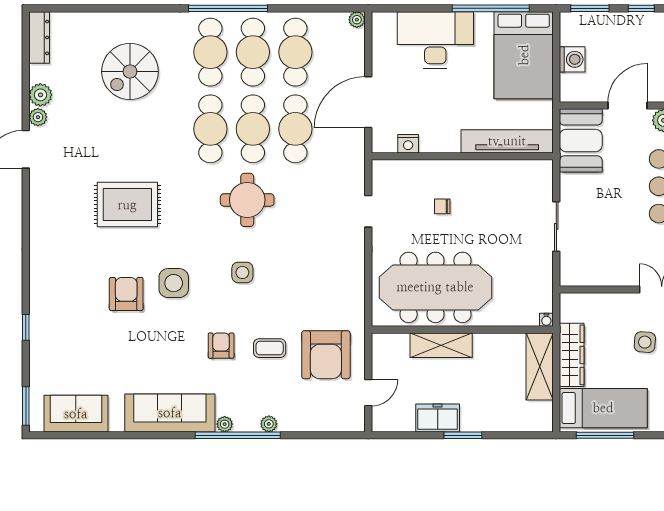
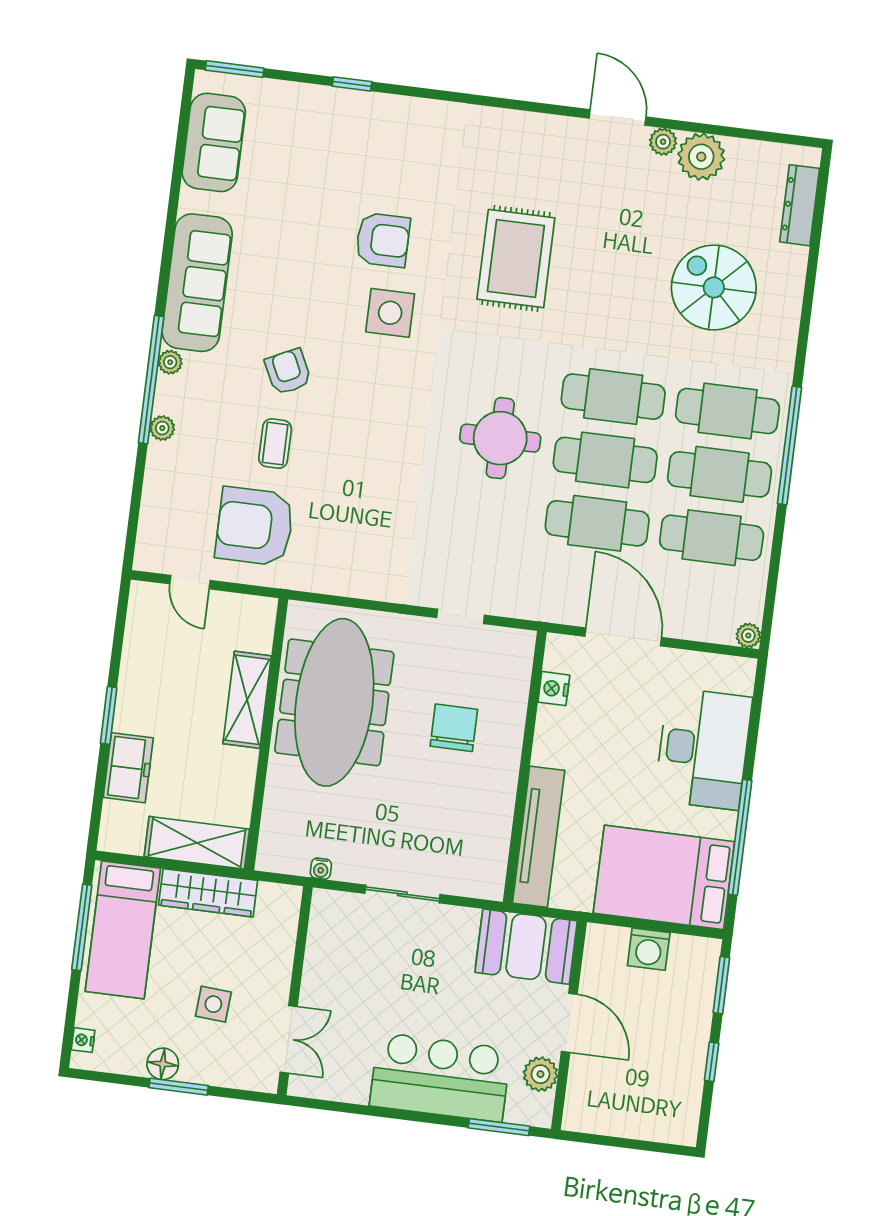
dresser: (39, 37) -> (800, 205), moved, turned 90
plant: (40, 95) -> (701, 157), width x1.36, depth x1.36
chair: (442, 206) -> (454, 728), width x1.87, depth x1.87
side table: (242, 272) -> (393, 417), removed
water cooler: (546, 320) -> (321, 869), moved, turned -90
armchair: (221, 346) -> (288, 372), turned -116
freezer: (438, 418) -> (128, 768), moved

